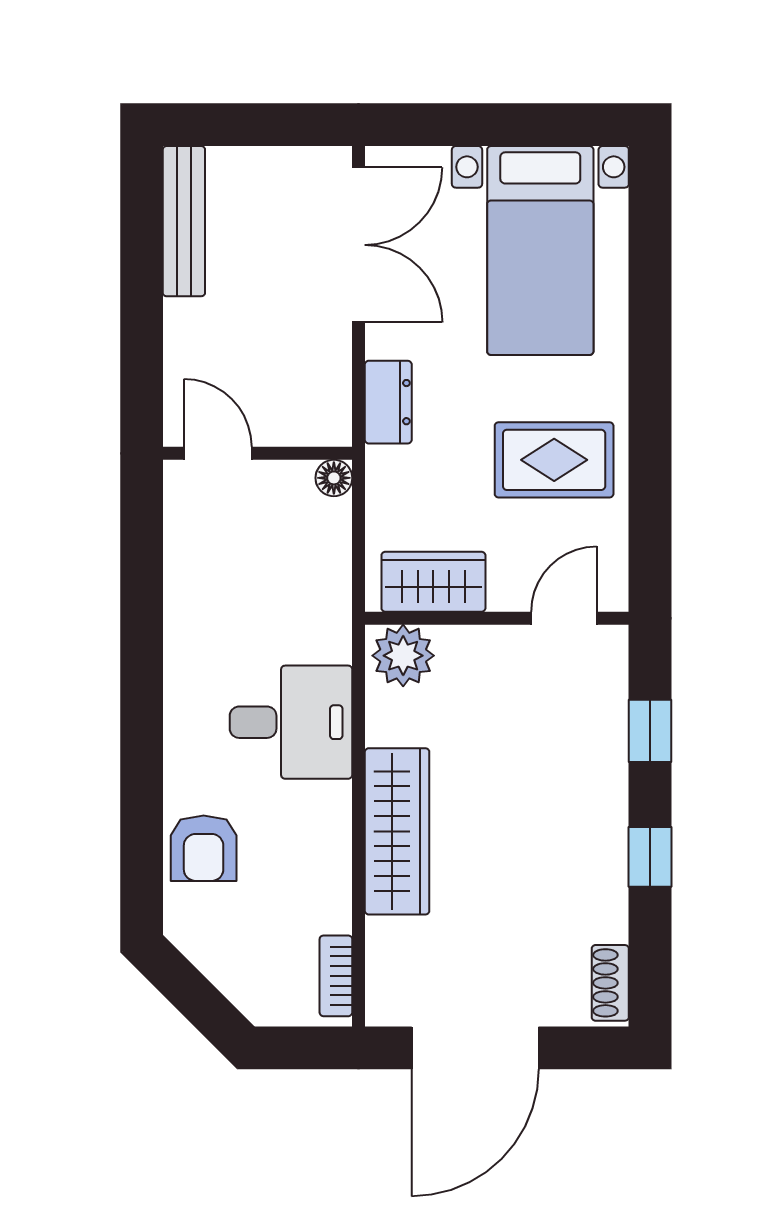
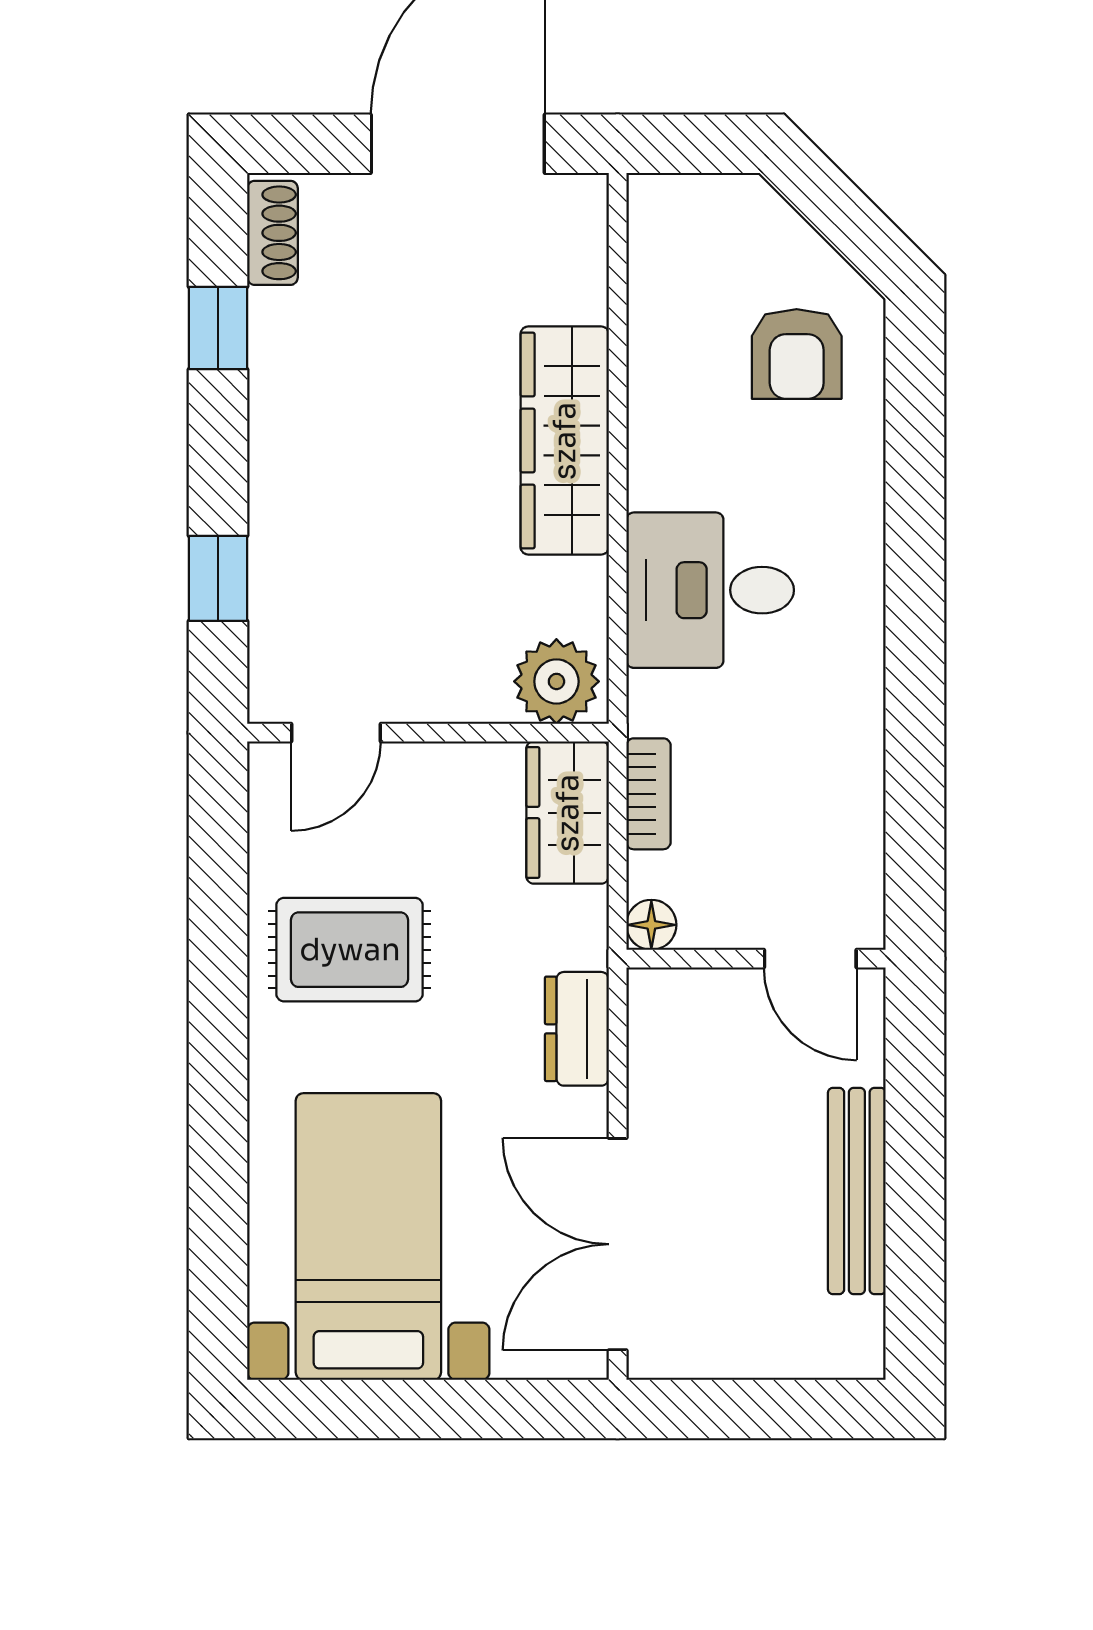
bench: (184, 221) -> (857, 1191), moved
wardrobe: (433, 582) -> (568, 813), moved, turned 90
armchair: (204, 848) -> (797, 354), moved, turned 180
window: (650, 857) -> (218, 328), moved
bookcase: (336, 976) -> (648, 794), moved

